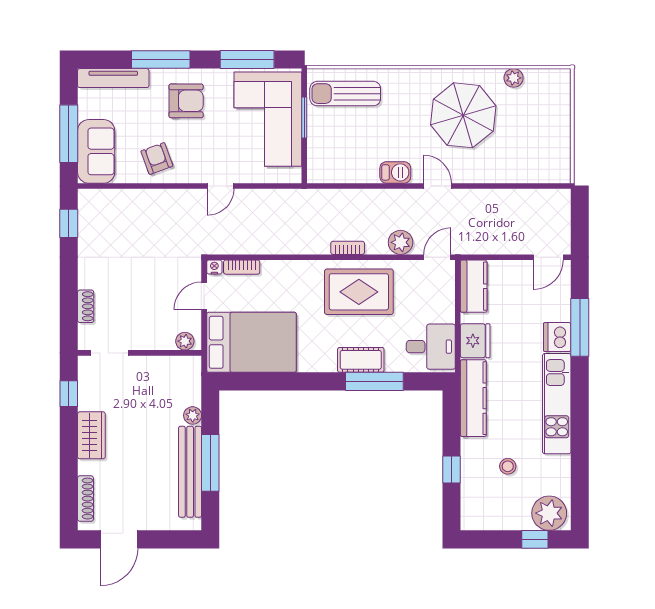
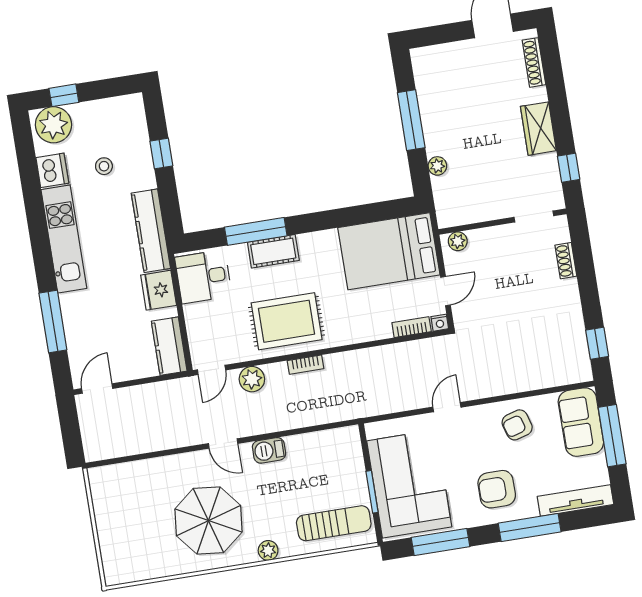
plant: (514, 78) -> (268, 550), moved
armchair: (157, 158) -> (517, 425), turned 94
dishwasher: (557, 337) -> (52, 170), moved
bench: (190, 472) -> (431, 107), removed

